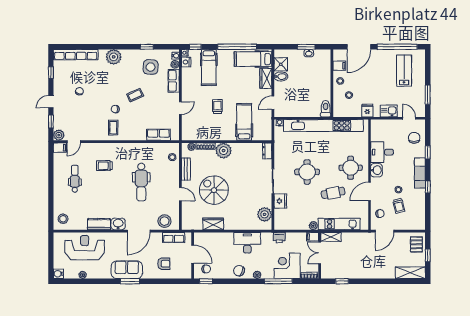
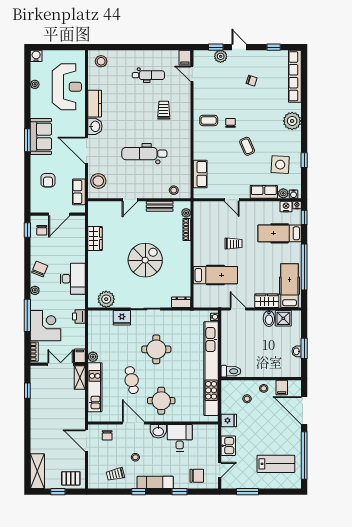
plant: (59, 135) -> (221, 56), moved
plant: (224, 151) -> (182, 251), removed
spiral stairs: (214, 190) -> (145, 260), moved
trolley: (399, 206) -> (115, 474), moved

